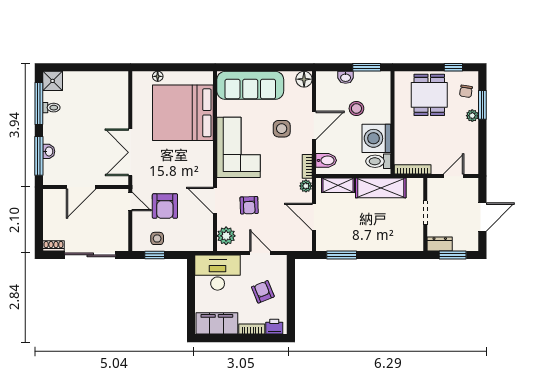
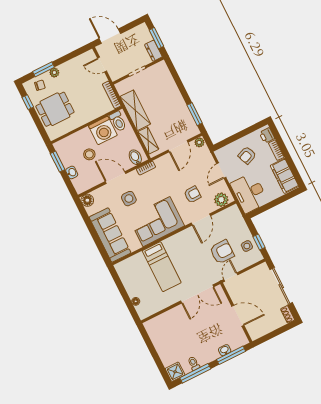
bed: (183, 113) -> (162, 267), width x0.49
plant: (306, 186) -> (199, 142), moved
door: (482, 217) -> (110, 36), moved

